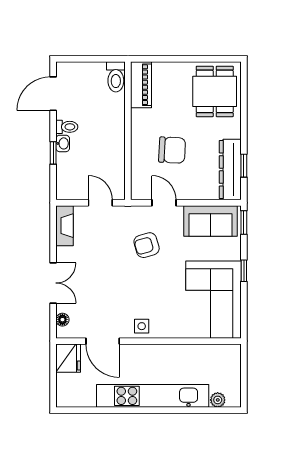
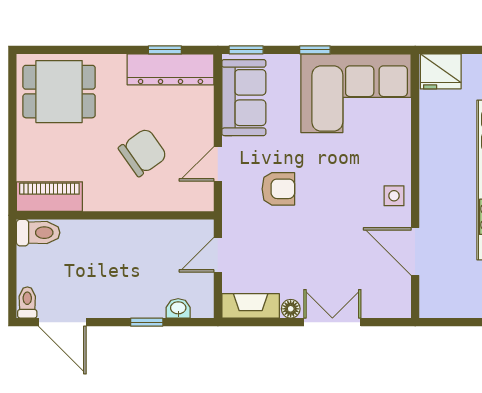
toilet: (67, 127) -> (27, 303), moved
washbasin: (63, 143) -> (178, 308), moved
chair: (172, 150) -> (143, 152), turned 52
armchair: (147, 245) -> (278, 189), turned -74
floor lamp: (62, 320) -> (291, 309), moved
door: (103, 341) -> (415, 252), swing flipped
fridge: (68, 358) -> (441, 71), moved, turned 180

